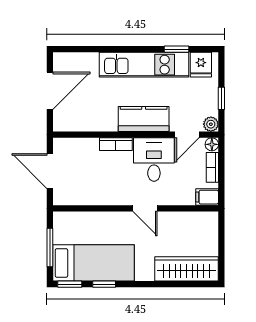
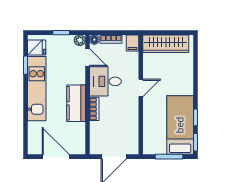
kitchen counter: (144, 119) -> (76, 103), moved
wardrobe: (186, 269) -> (166, 44), moved, turned -90

